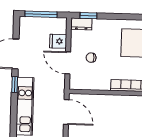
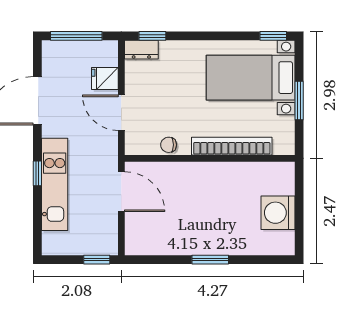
chair: (91, 58) -> (169, 145), moved
window: (15, 85) -> (37, 173), moved

